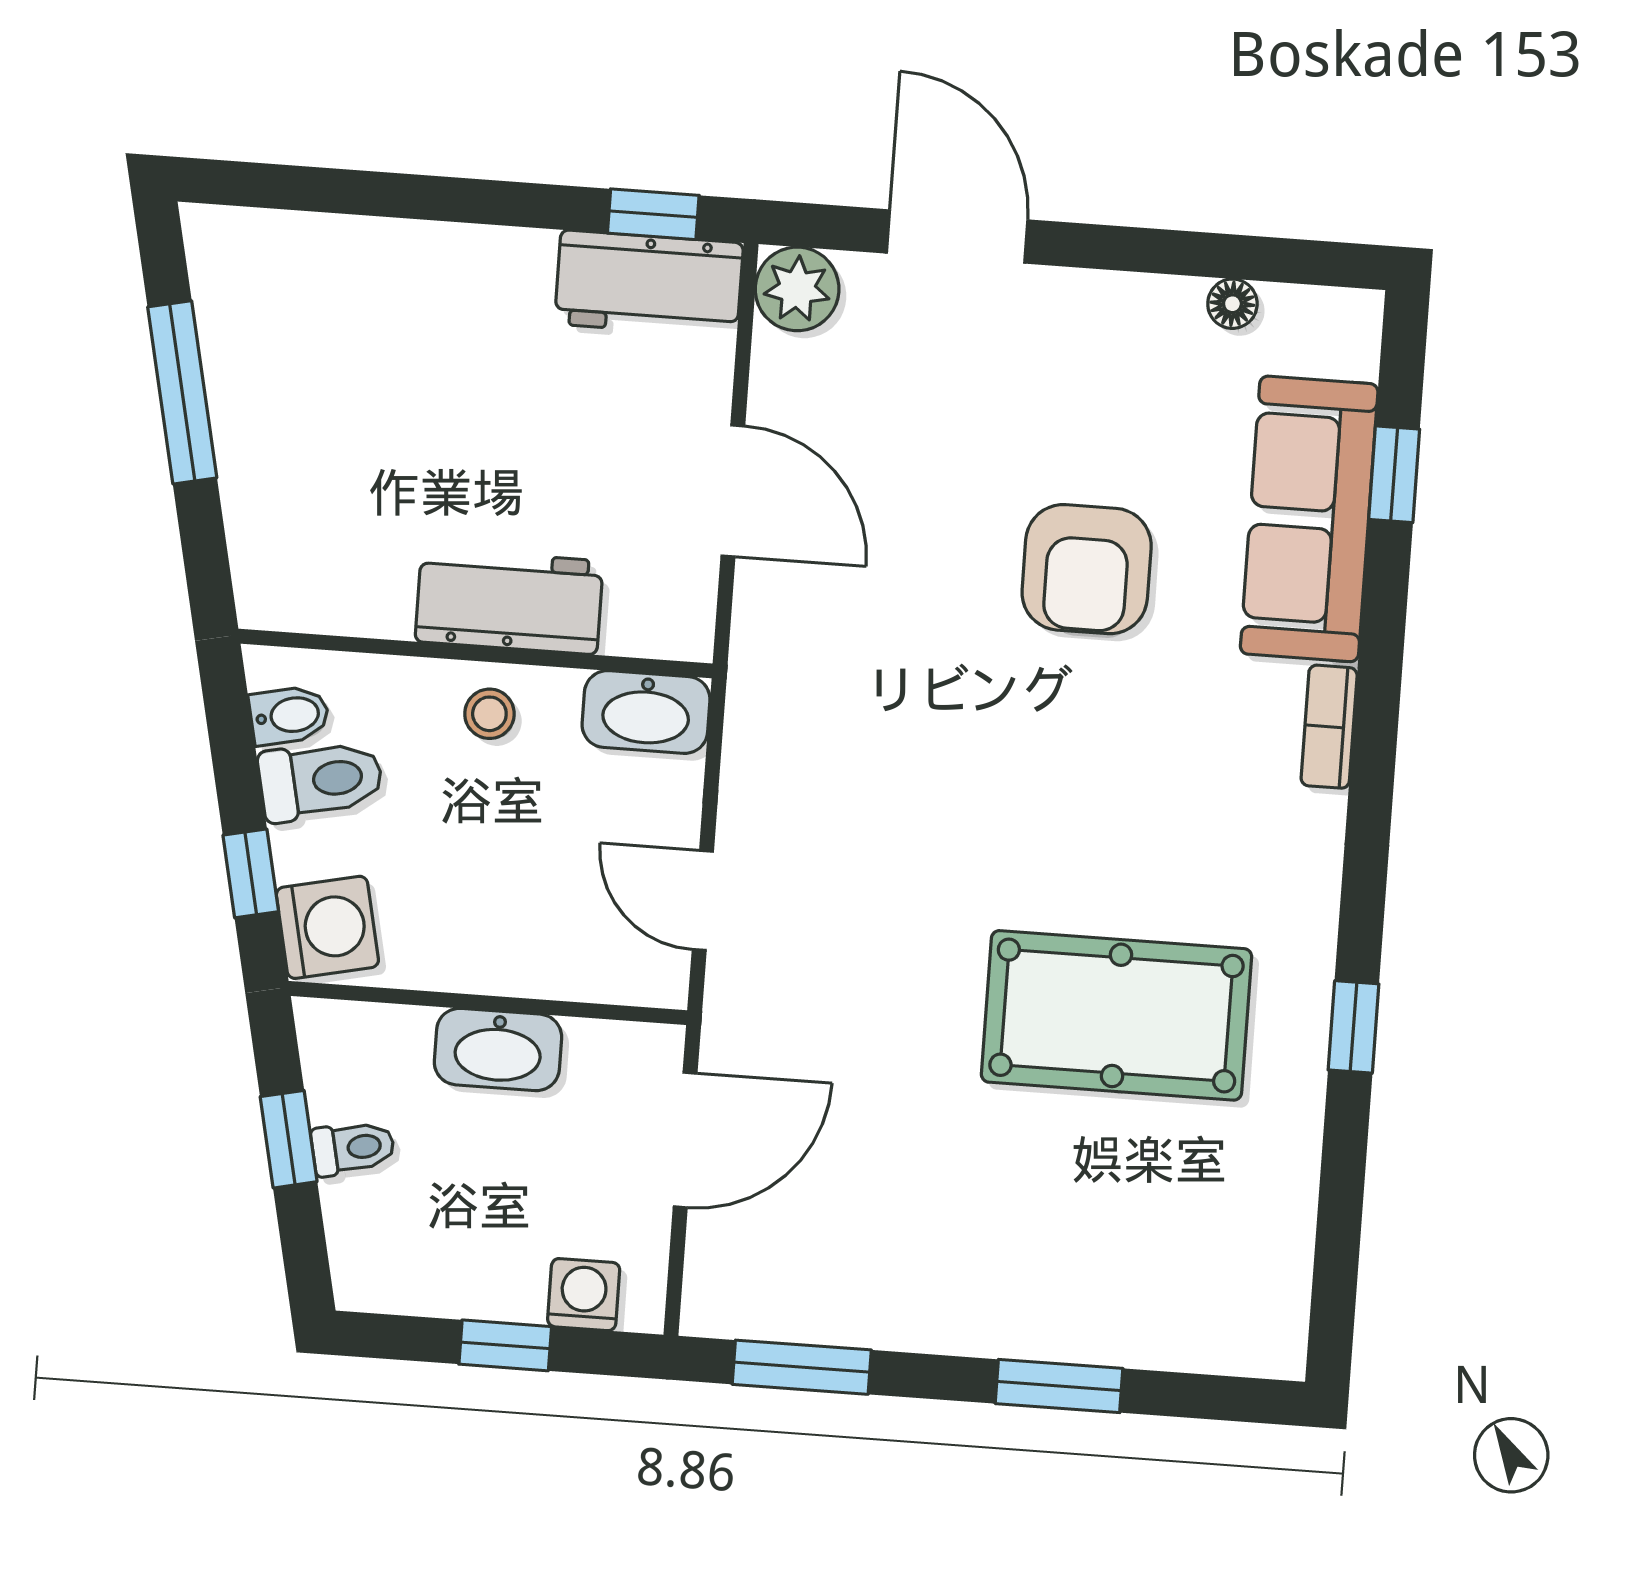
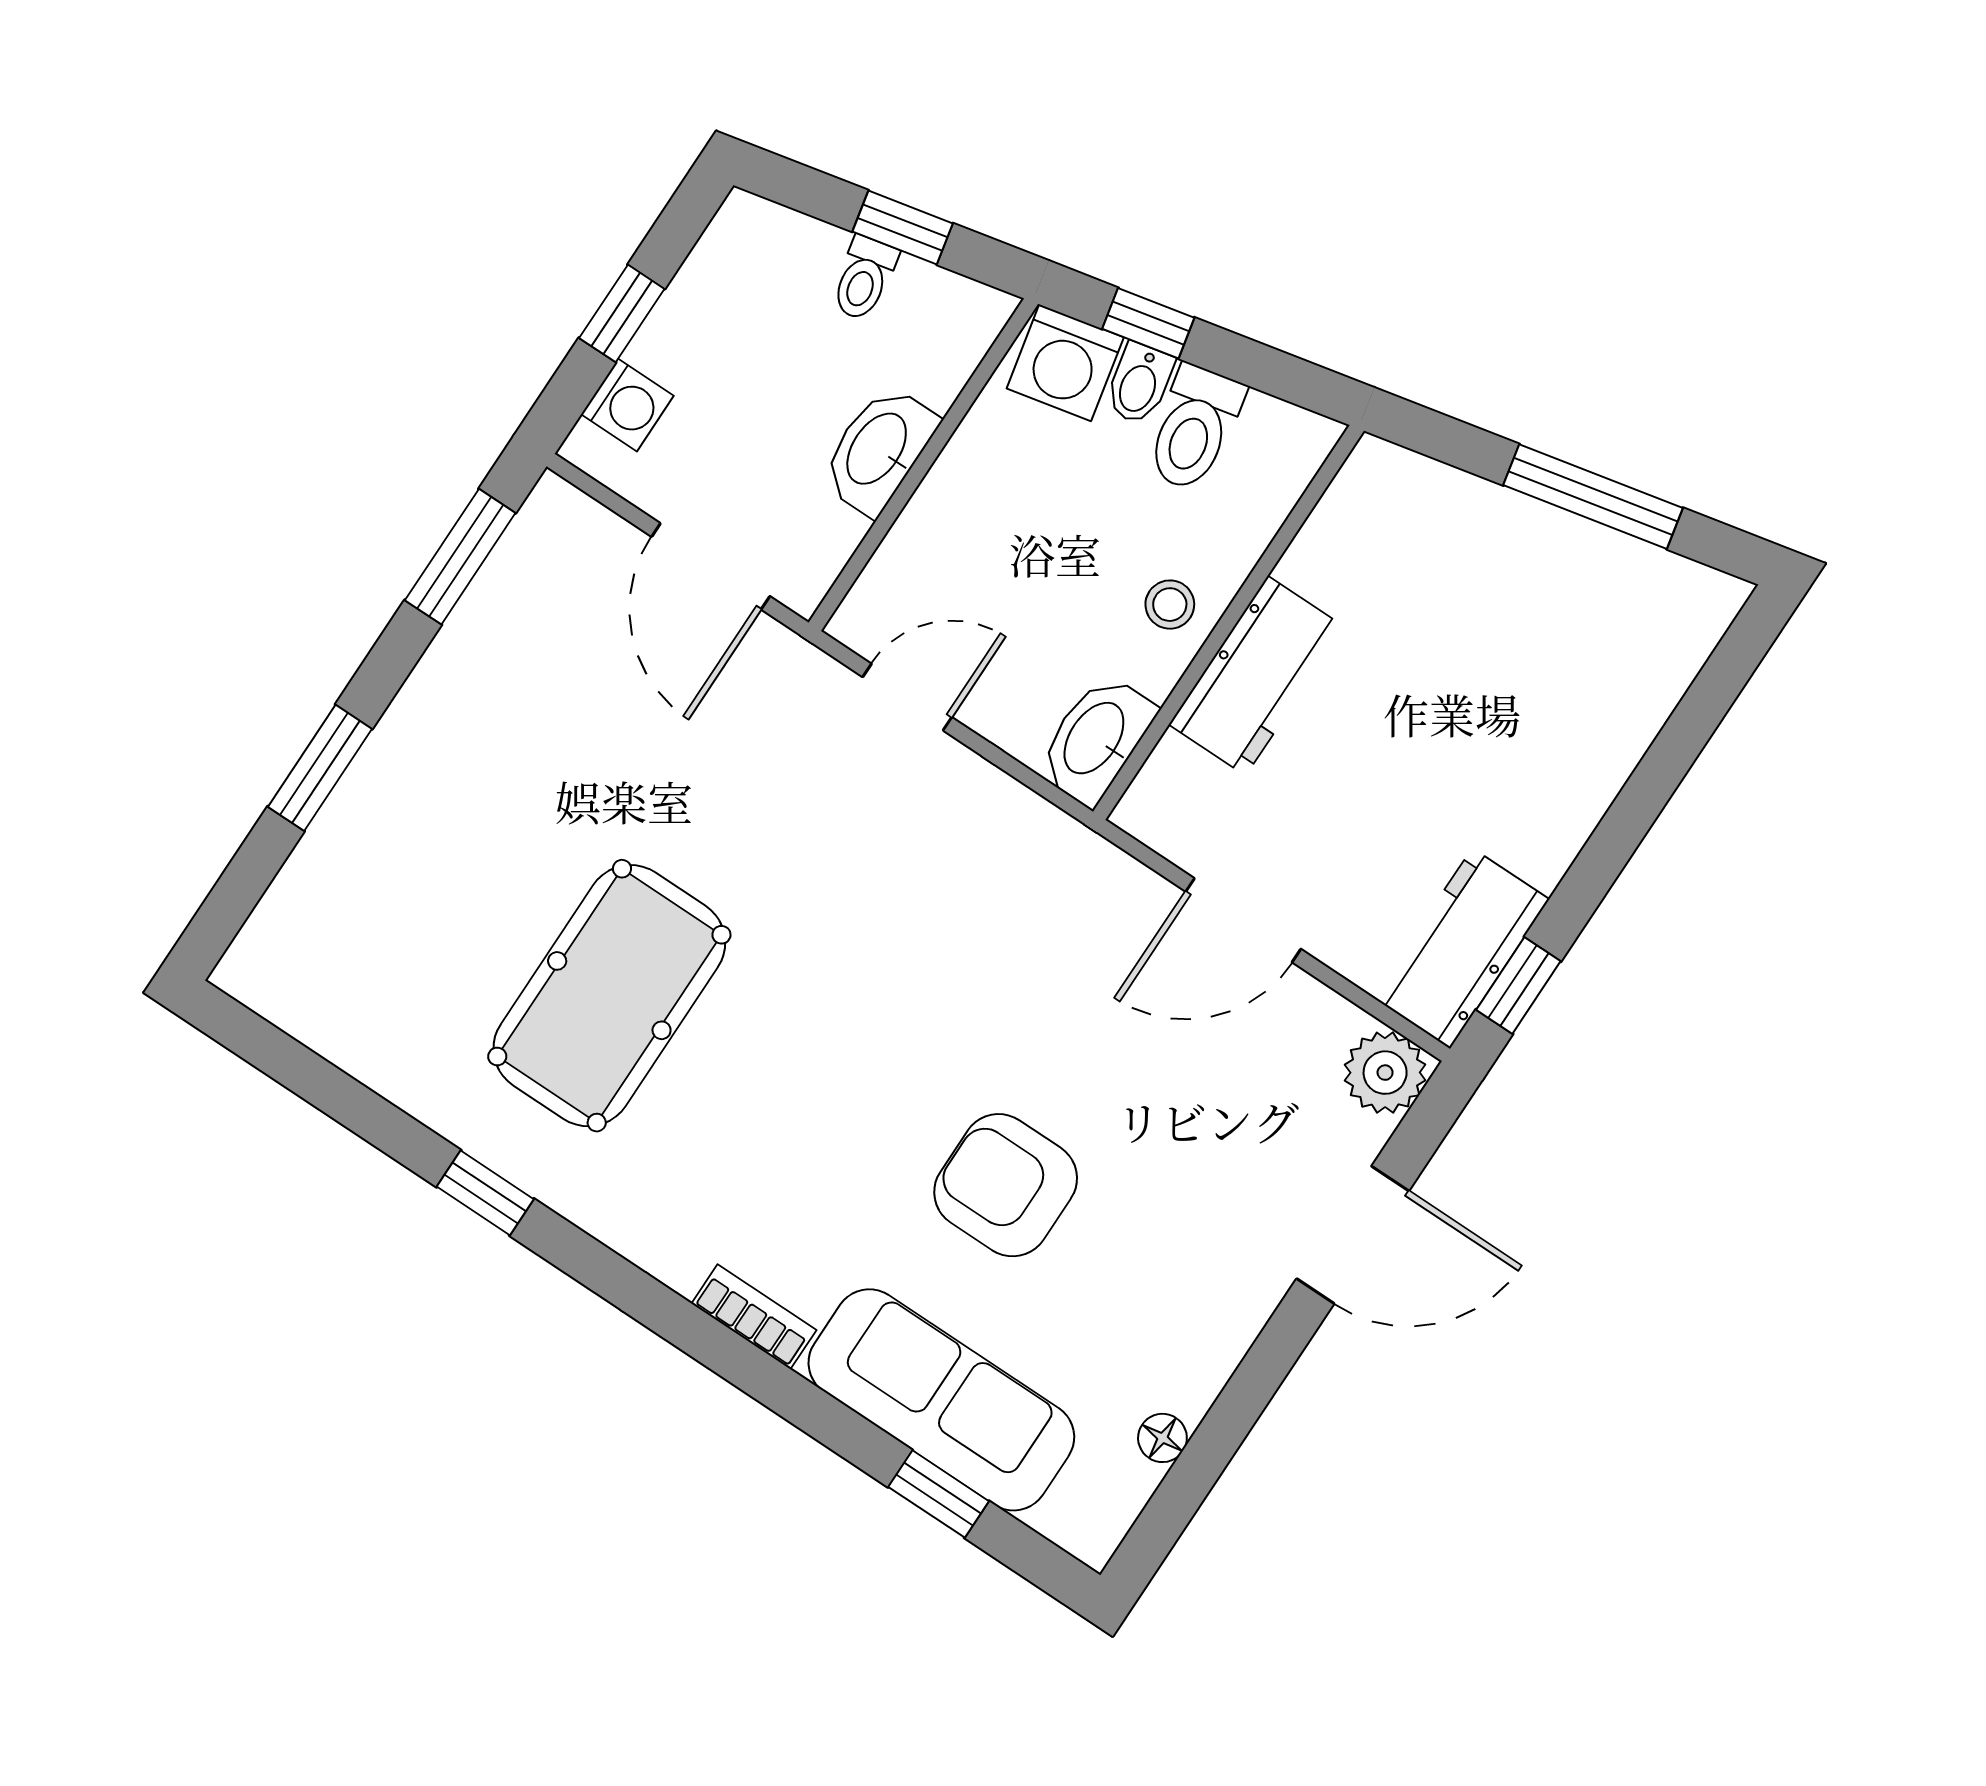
bidet: (289, 715) -> (1139, 384), moved

